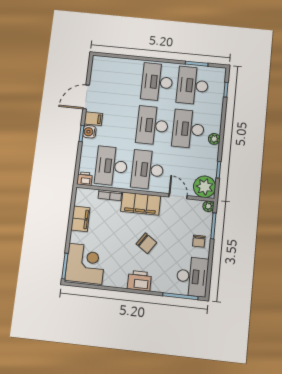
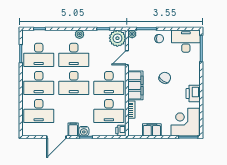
desk: (122, 79) -> (39, 111), added
door: (86, 97) -> (56, 137), hinge flipped
printer: (139, 281) -> (193, 94), moved

